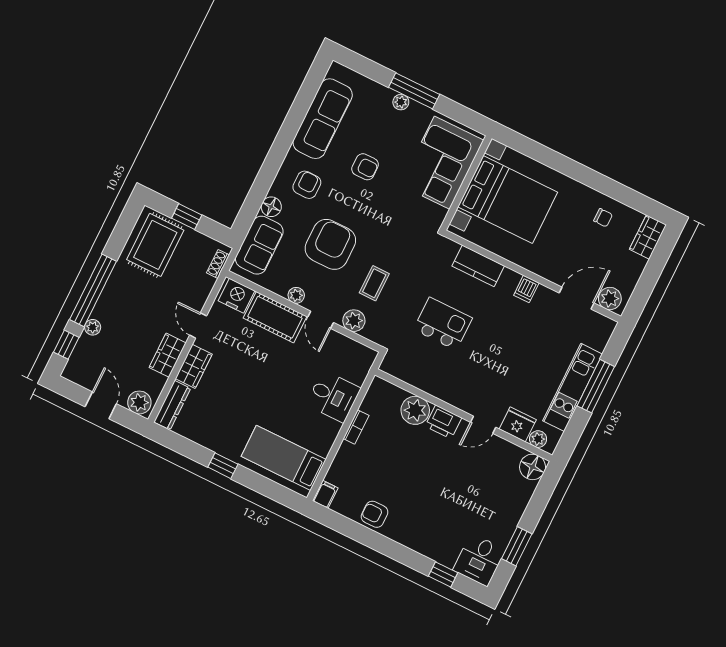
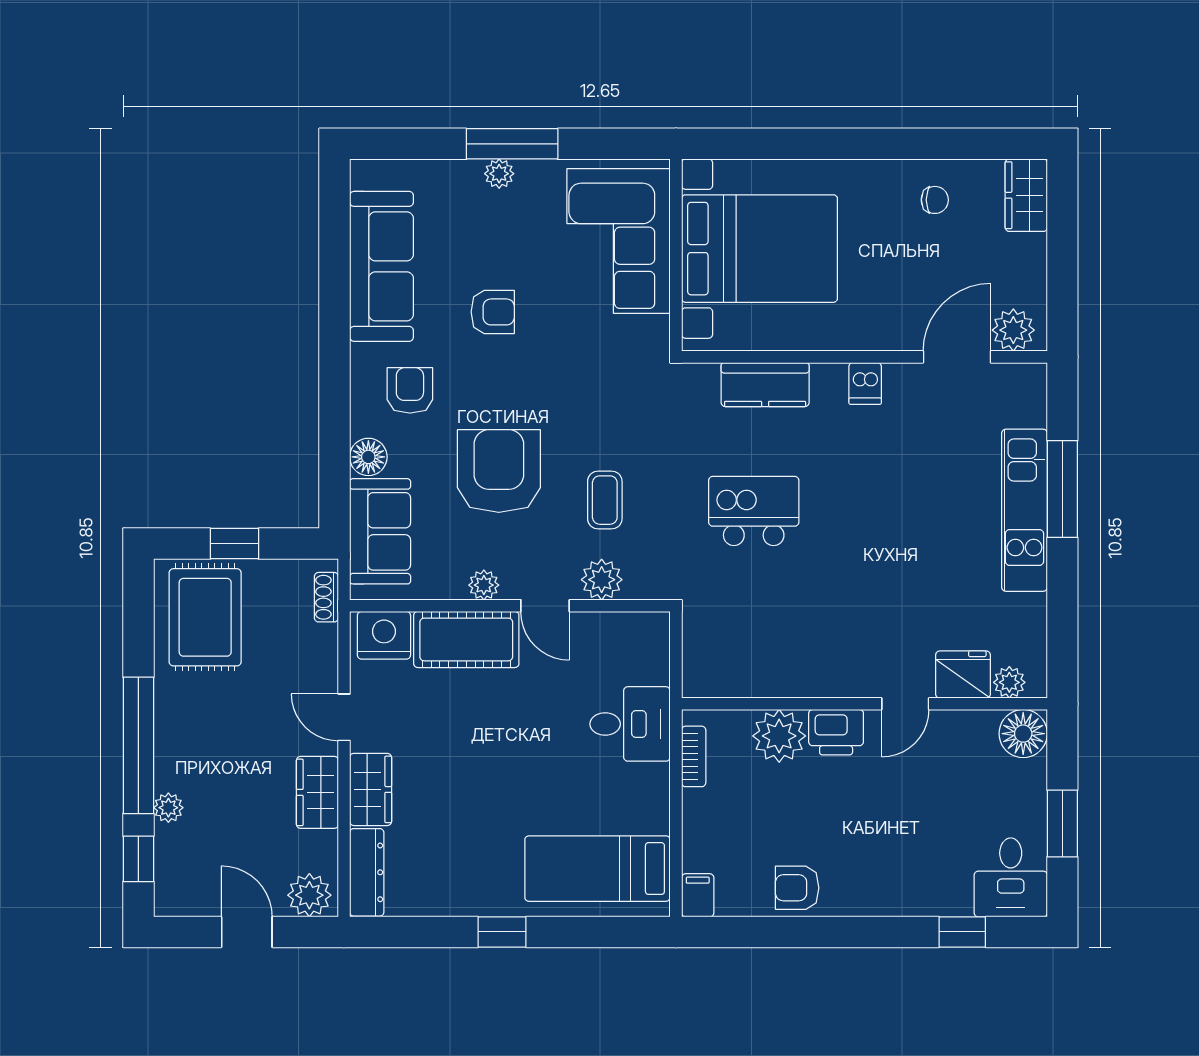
plant: (415, 410) -> (779, 736), moved
wall: (464, 415) -> (864, 704), moved
printer: (443, 422) -> (836, 732), moved
fridge: (518, 424) -> (963, 675), moved
door: (483, 425) -> (905, 704), moved
plant: (538, 439) -> (1009, 682), moved
floor lamp: (533, 467) -> (1023, 734), moved

